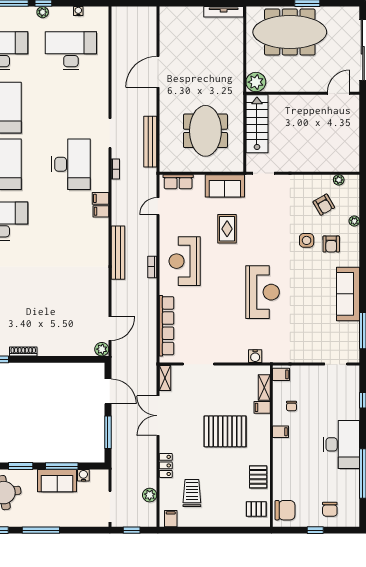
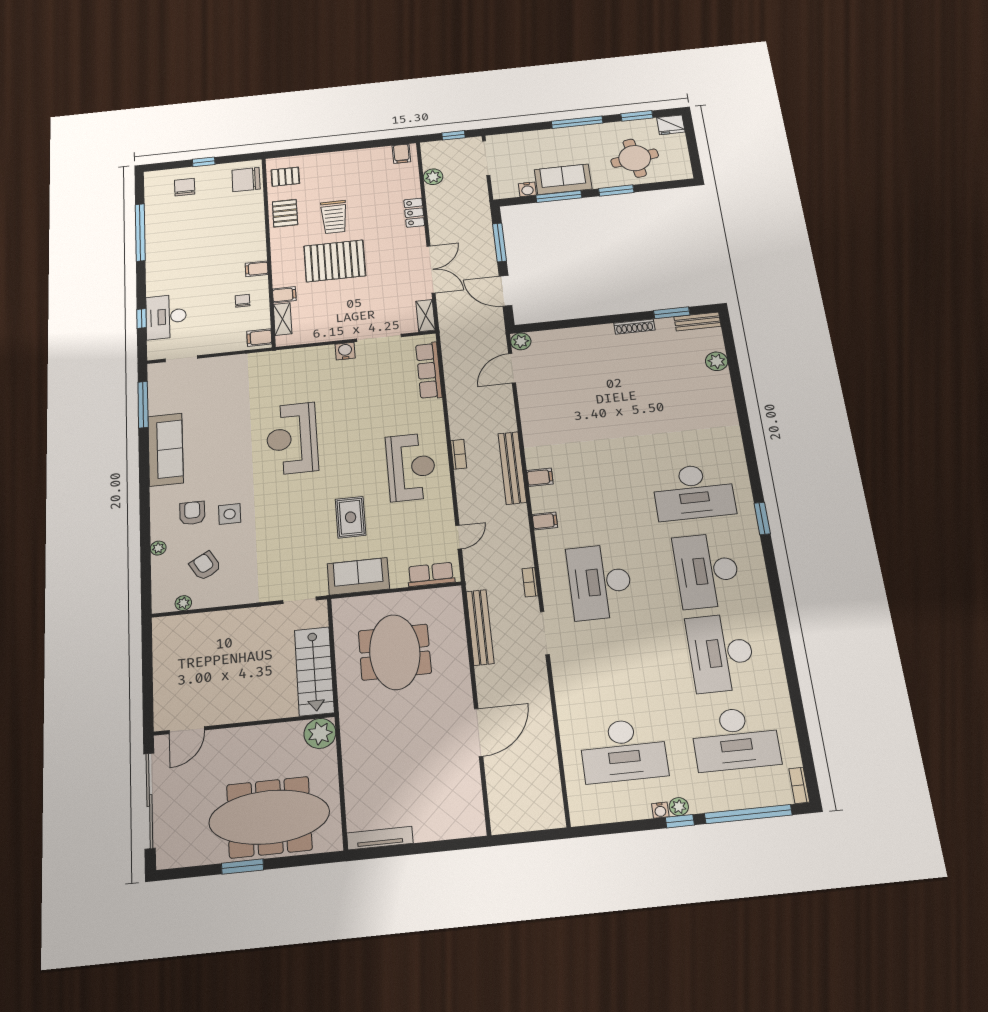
water cooler: (78, 11) -> (660, 810), moved
filing cabinet: (101, 198) -> (540, 477), moved
row of seats: (166, 326) -> (429, 370), width x0.73
water cooler: (255, 356) -> (345, 351), moved
desk: (341, 444) -> (166, 317), moved, width x0.73, depth x0.77
trolley: (192, 493) -> (334, 217), moved

